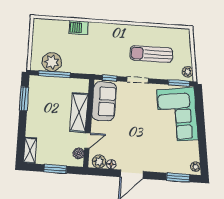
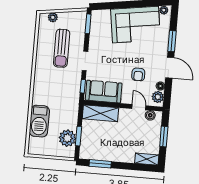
barbecue: (79, 28) -> (39, 121), width x1.88, depth x1.53
plant: (188, 72) -> (53, 17), moved
window: (54, 74) -> (78, 136), width x0.69
shelving: (79, 113) -> (100, 113), moved
corner sofa: (177, 115) -> (136, 25), moved
armchair: (124, 139) -> (138, 74), added
window: (178, 177) -> (172, 41), moved

